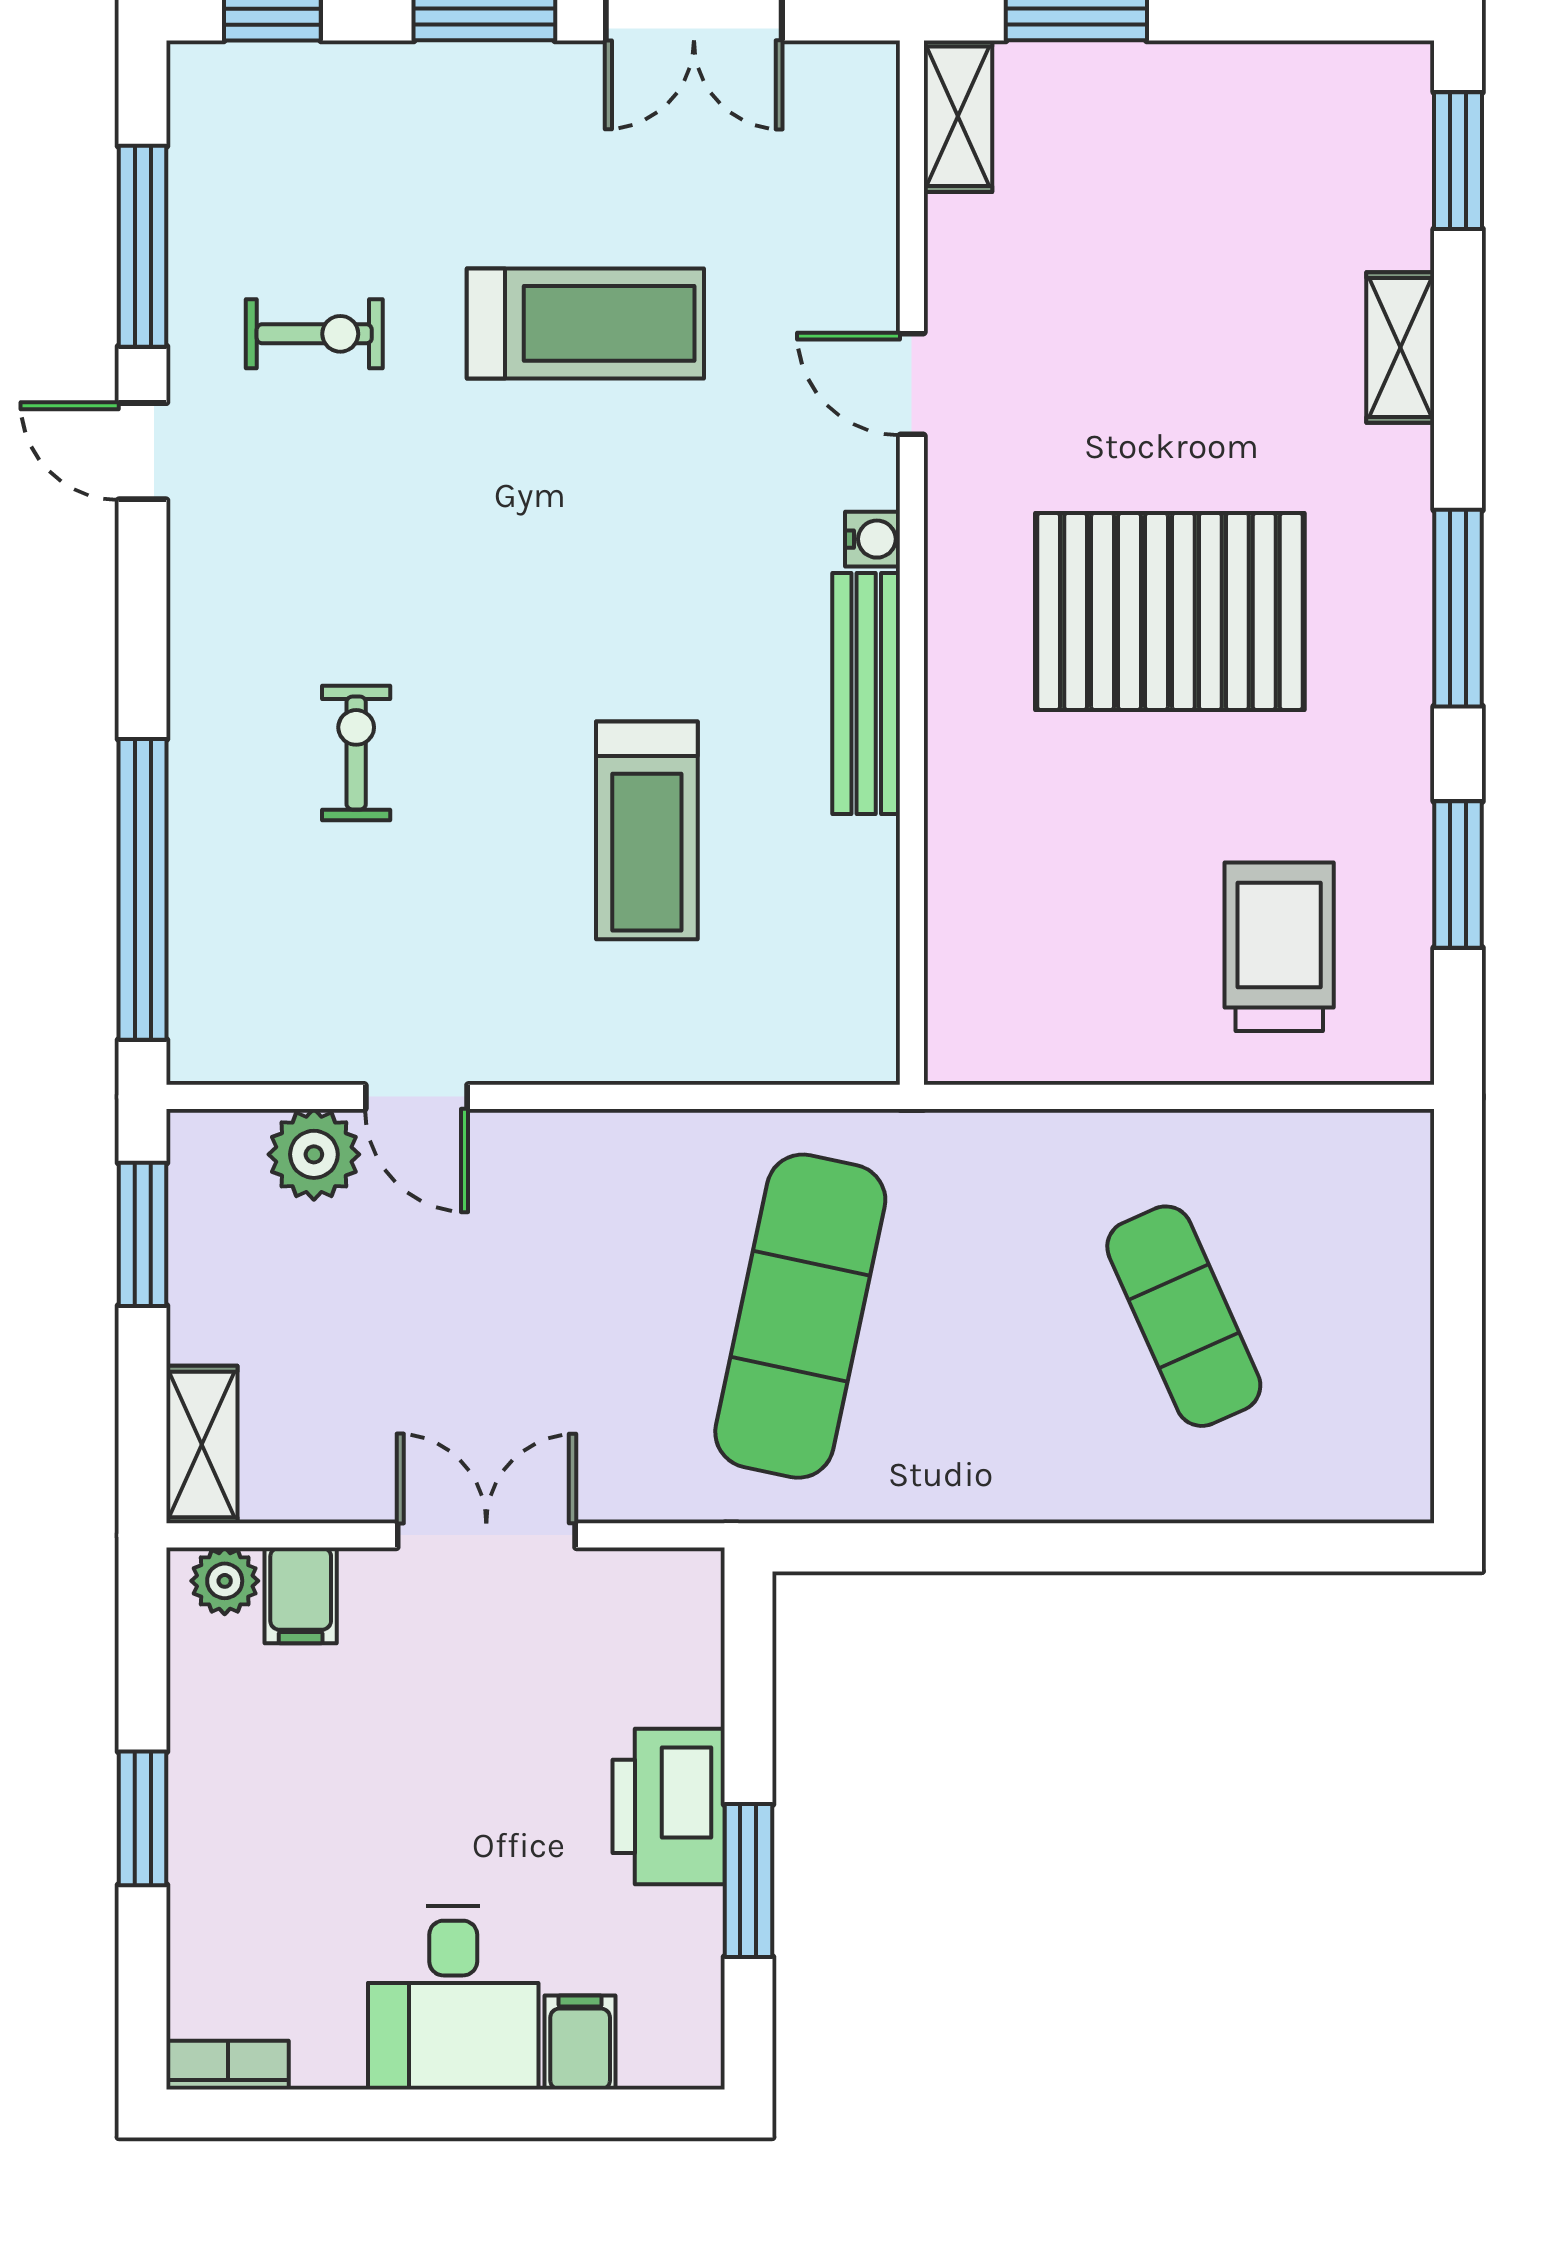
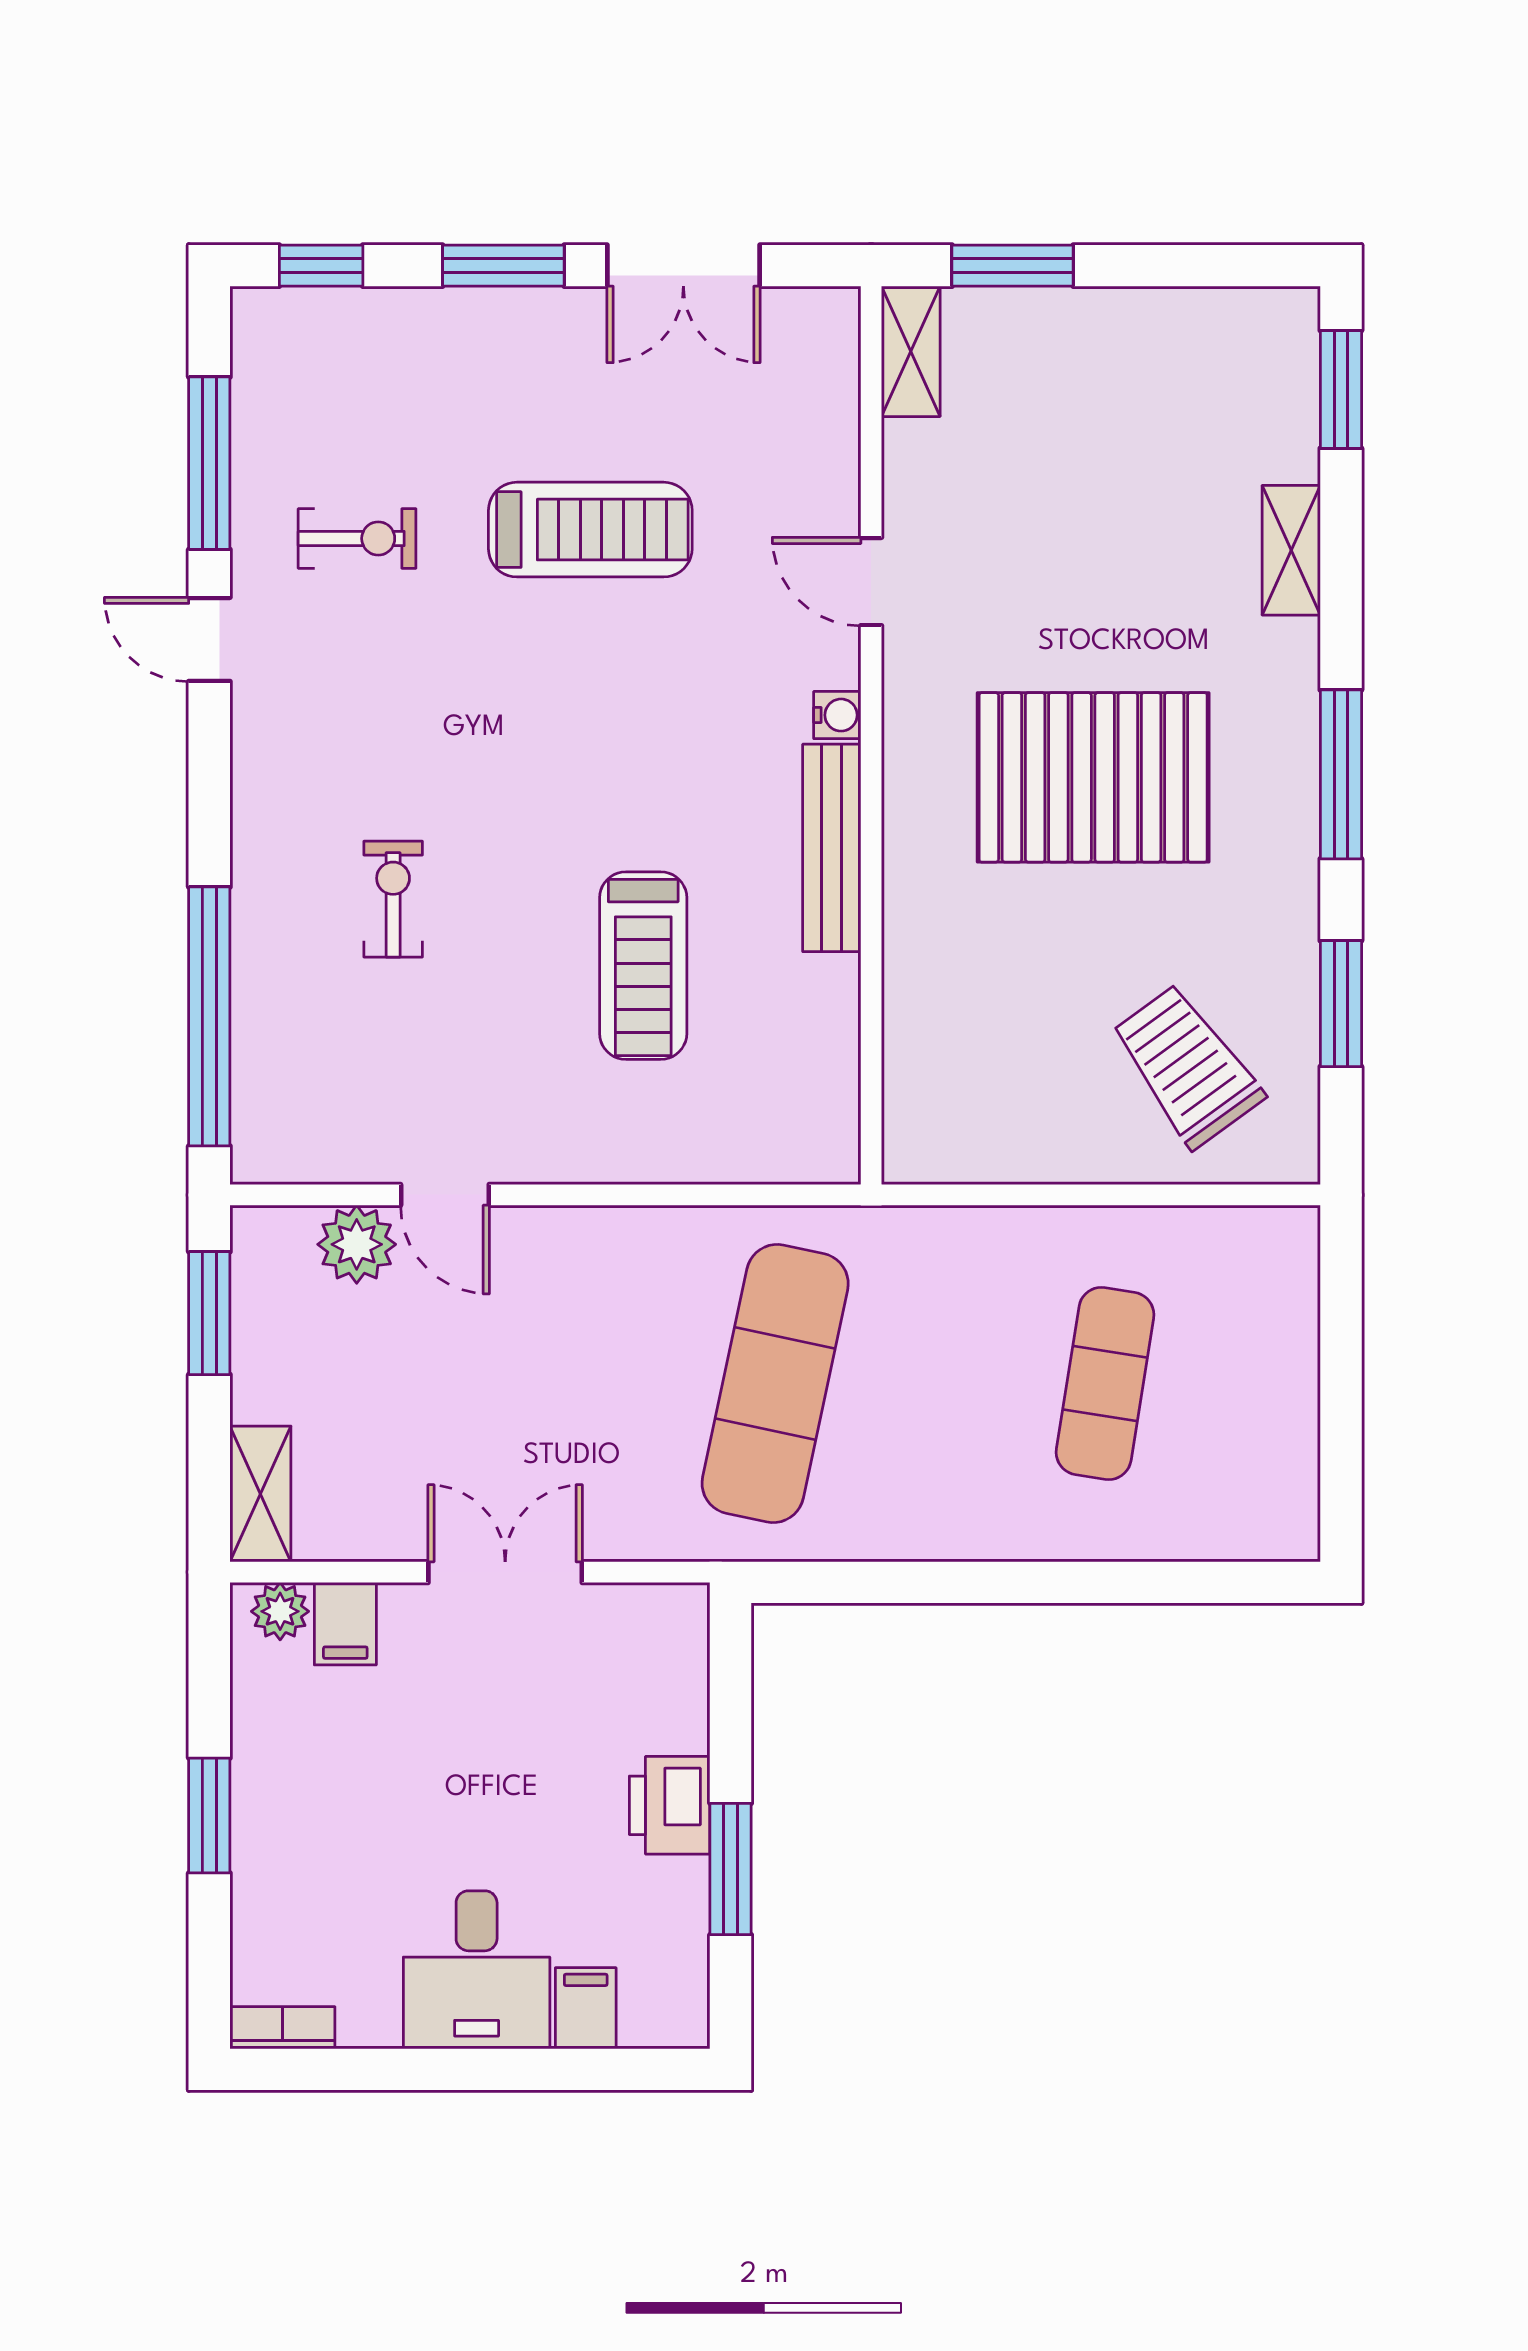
trolley: (1279, 947) -> (1187, 1066), turned -36
exercise mat: (1184, 1316) -> (1105, 1384), turned 33
printer: (669, 1806) -> (670, 1805), width x0.73, depth x0.84

